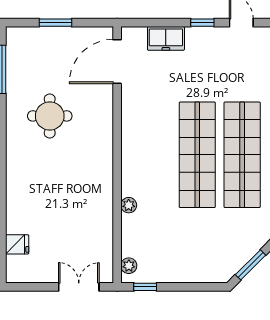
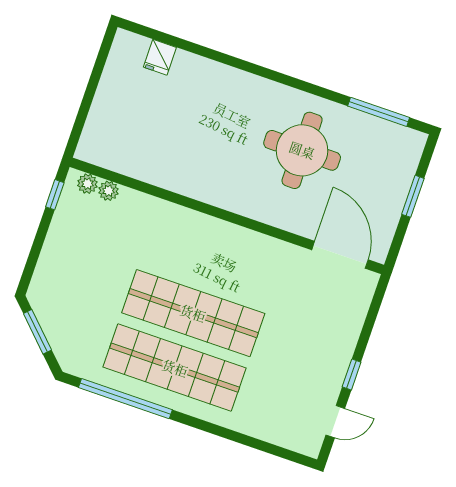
freezer: (166, 38) -> (348, 324), removed
round table: (50, 116) -> (302, 150), width x1.36, depth x1.36
plant: (129, 205) -> (108, 191), moved
double door: (79, 287) -> (83, 114), removed

